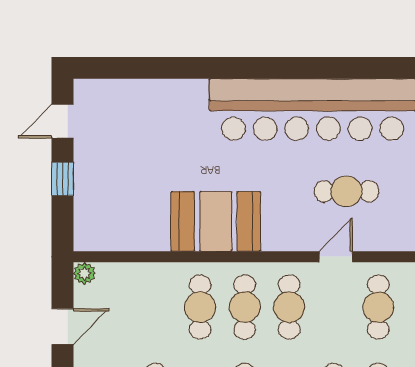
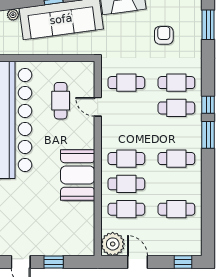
plant: (84, 273) -> (113, 244), width x1.88, depth x1.88
cafe table: (289, 307) -> (126, 209), moved

